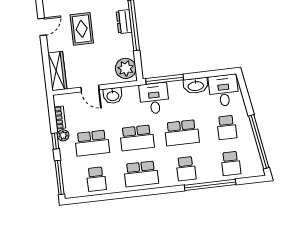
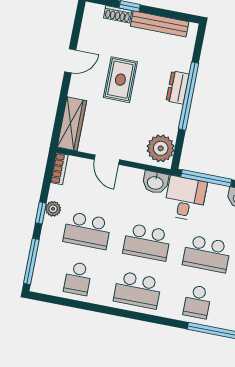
washbasin: (113, 96) -> (155, 182), moved
bookcase: (60, 118) -> (59, 169), moved

